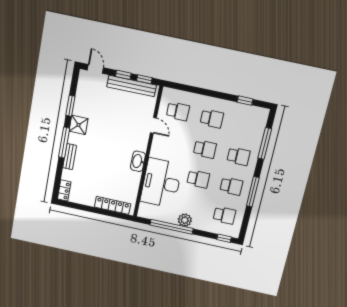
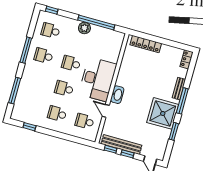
shower: (79, 125) -> (163, 113), width x1.86, depth x1.86
school desk: (239, 156) -> (37, 81), removed
washbasin: (138, 161) -> (117, 95), moved
desk: (161, 183) -> (98, 79), moved

